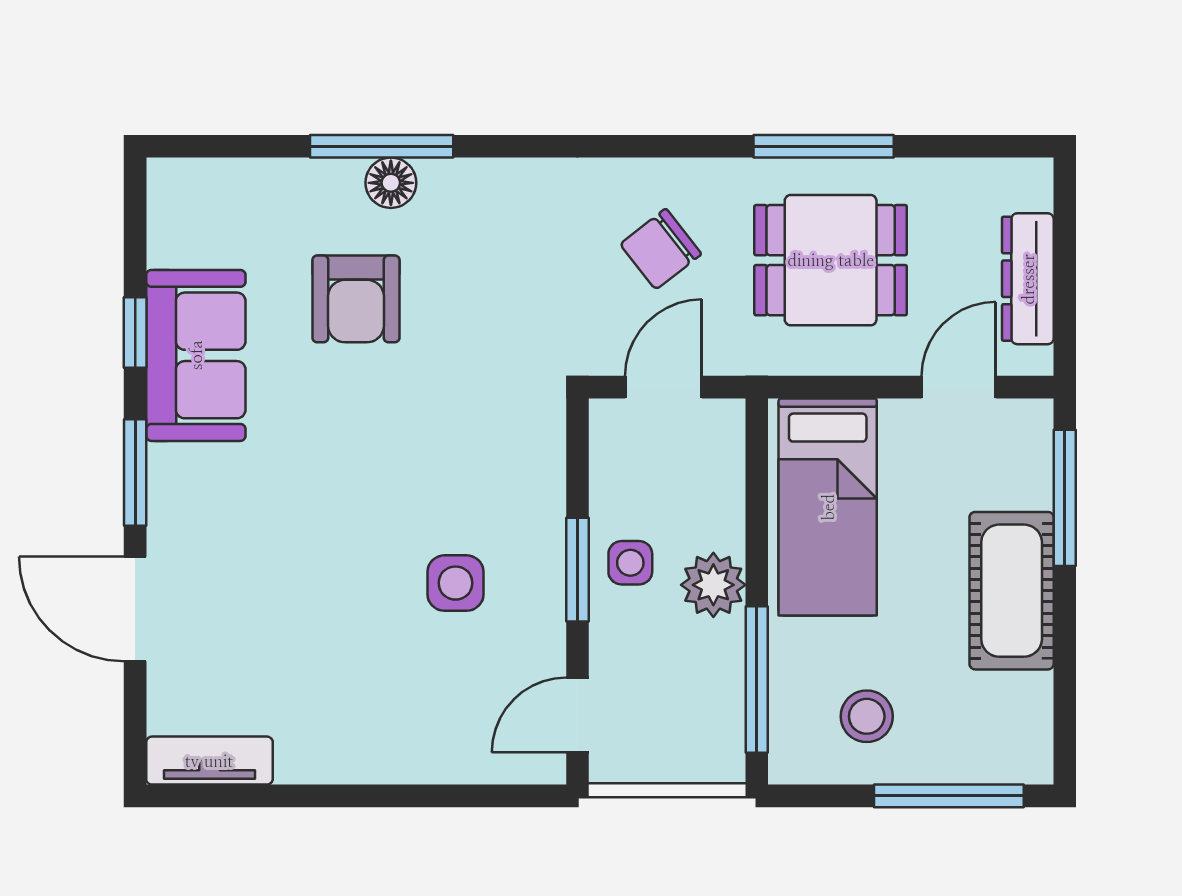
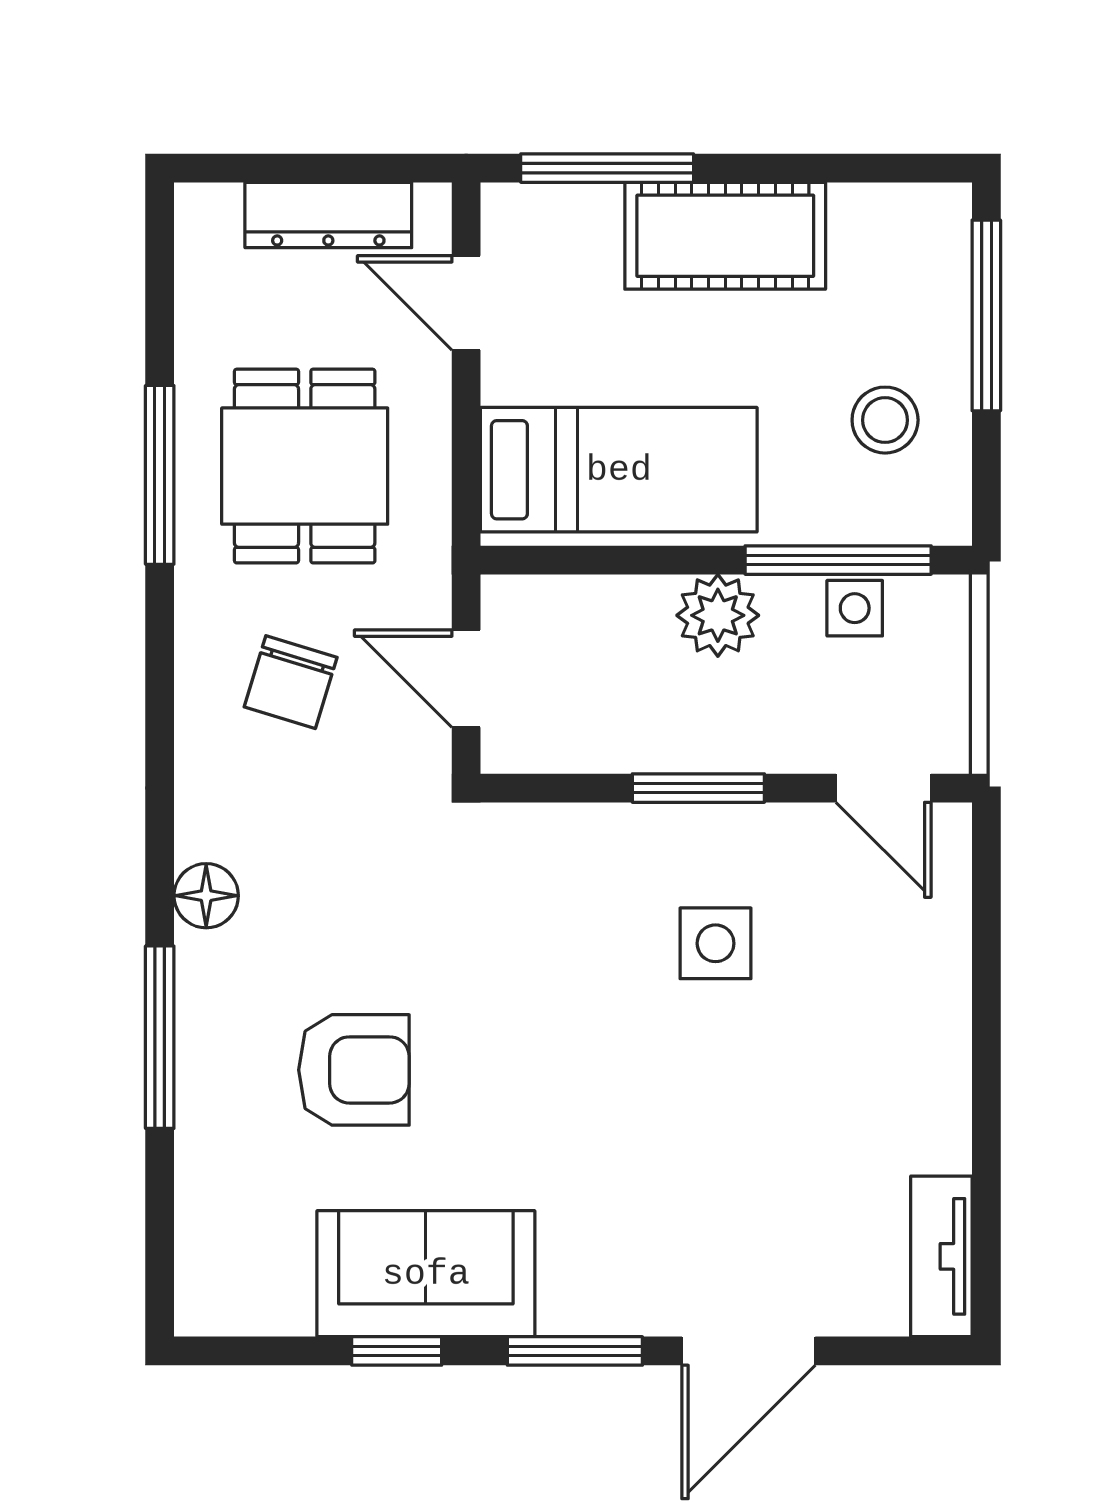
floor lamp: (391, 183) -> (206, 896), moved
chair: (661, 249) -> (291, 682), turned 55
side table: (630, 563) -> (855, 608), moved

